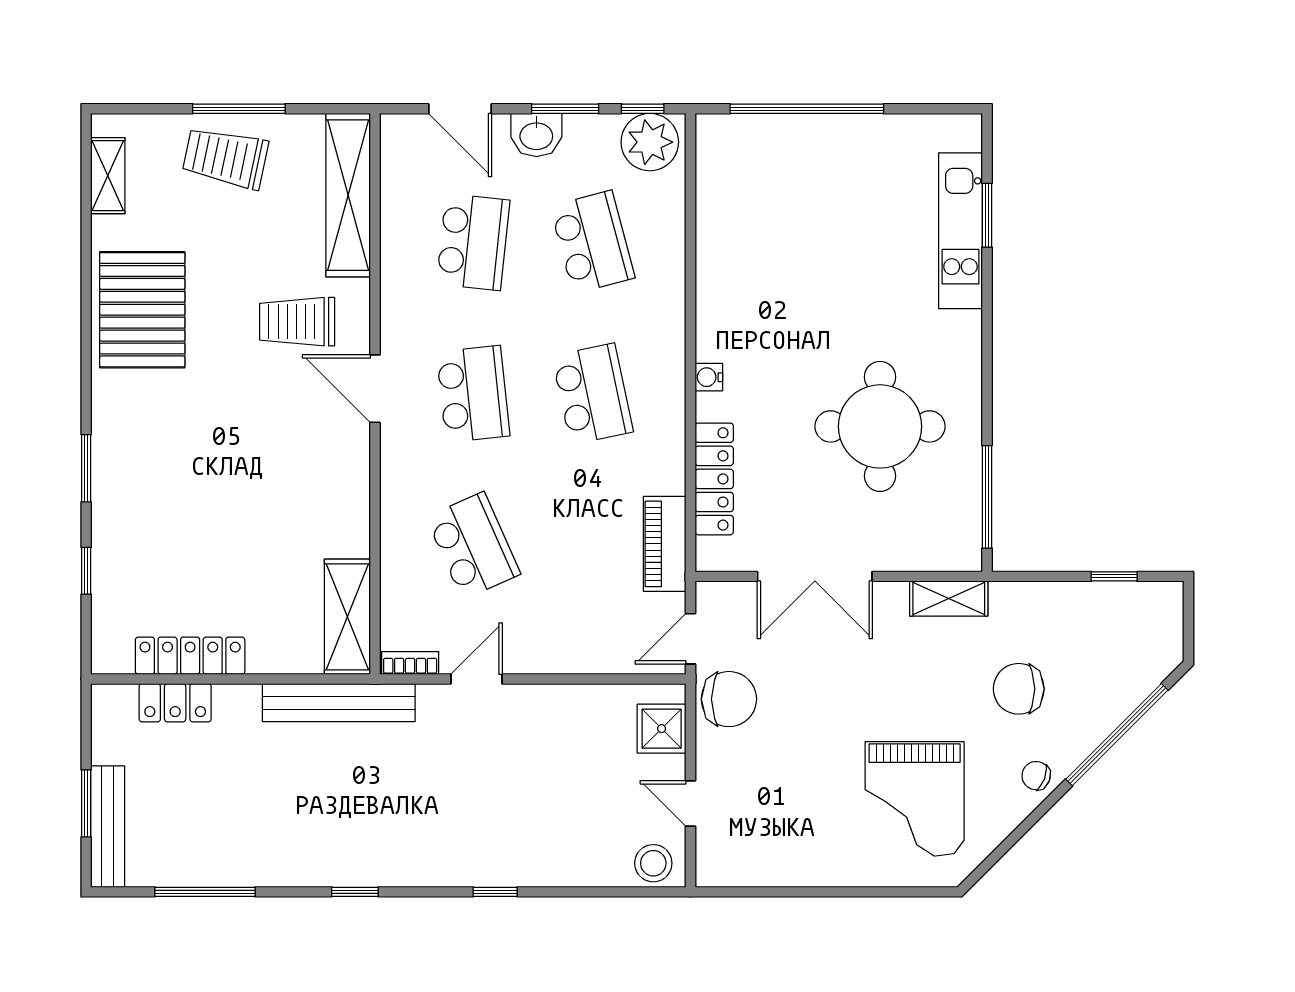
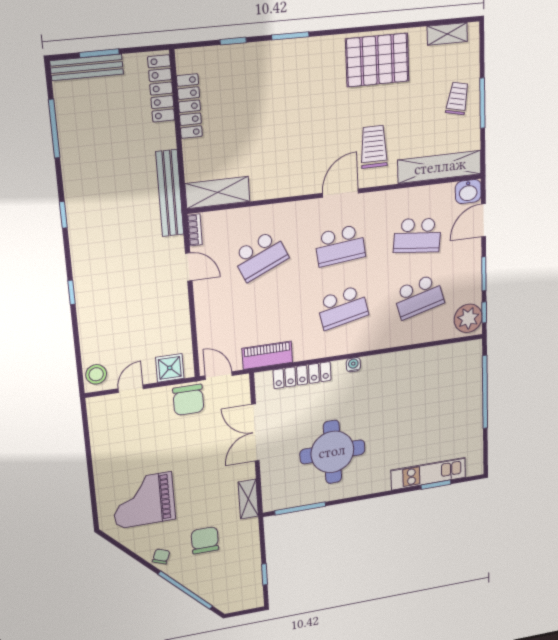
washbasin: (536, 135) -> (468, 192), moved, turned -90
trolley: (225, 158) -> (457, 98), width x0.73, depth x0.72
locker: (175, 703) -> (161, 89), width x1.53

